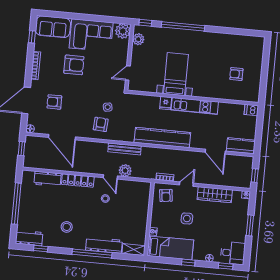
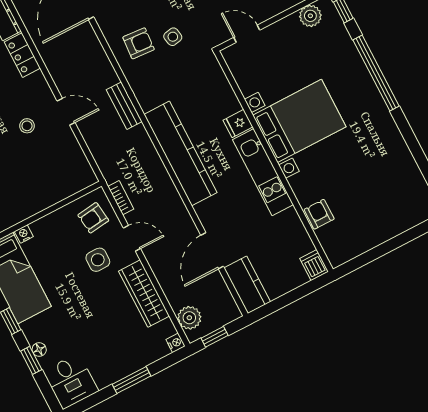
bed with nightstands: (176, 74) -> (299, 121), width x1.36
armchair: (236, 74) -> (319, 214), moved
bench: (125, 149) -> (124, 106), width x0.73
plant: (125, 171) -> (189, 318), moved
door: (110, 177) -> (66, 112), swing flipped
locker: (78, 181) -> (22, 55), width x0.66
side table: (187, 218) -> (98, 260), moved
window: (226, 266) -> (31, 360), moved

